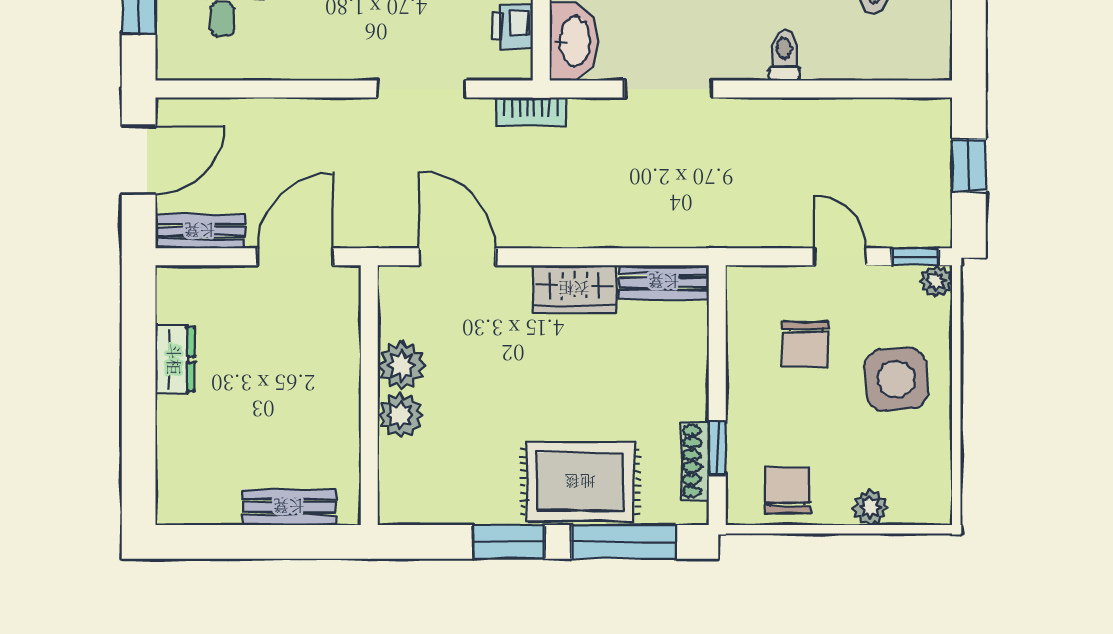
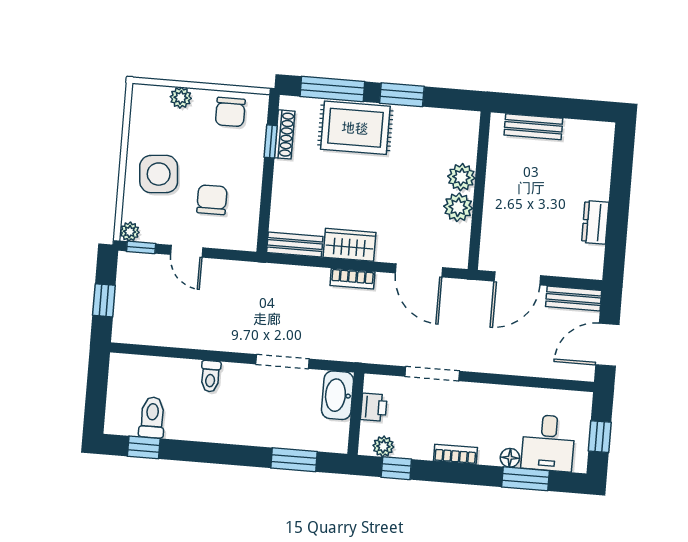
bookcase: (531, 112) -> (352, 279), moved, turned 180

